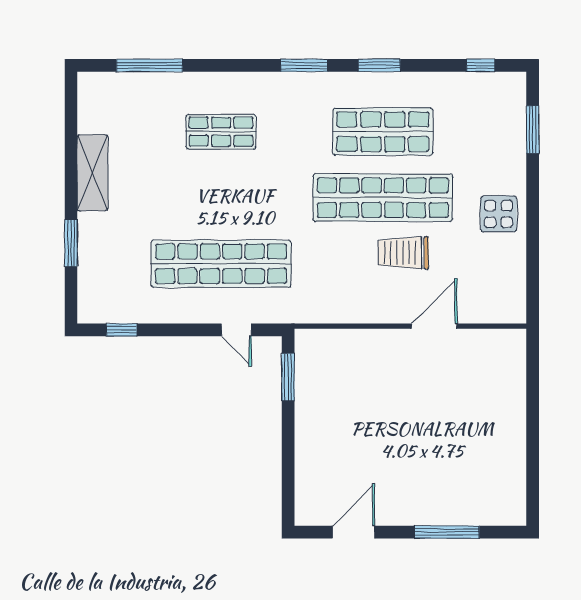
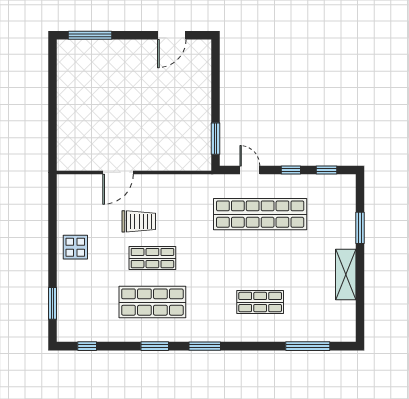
shop shelf: (383, 198) -> (152, 258), width x0.50, depth x0.74
window: (175, 330) -> (291, 170), added
window: (447, 532) -> (90, 35), moved

